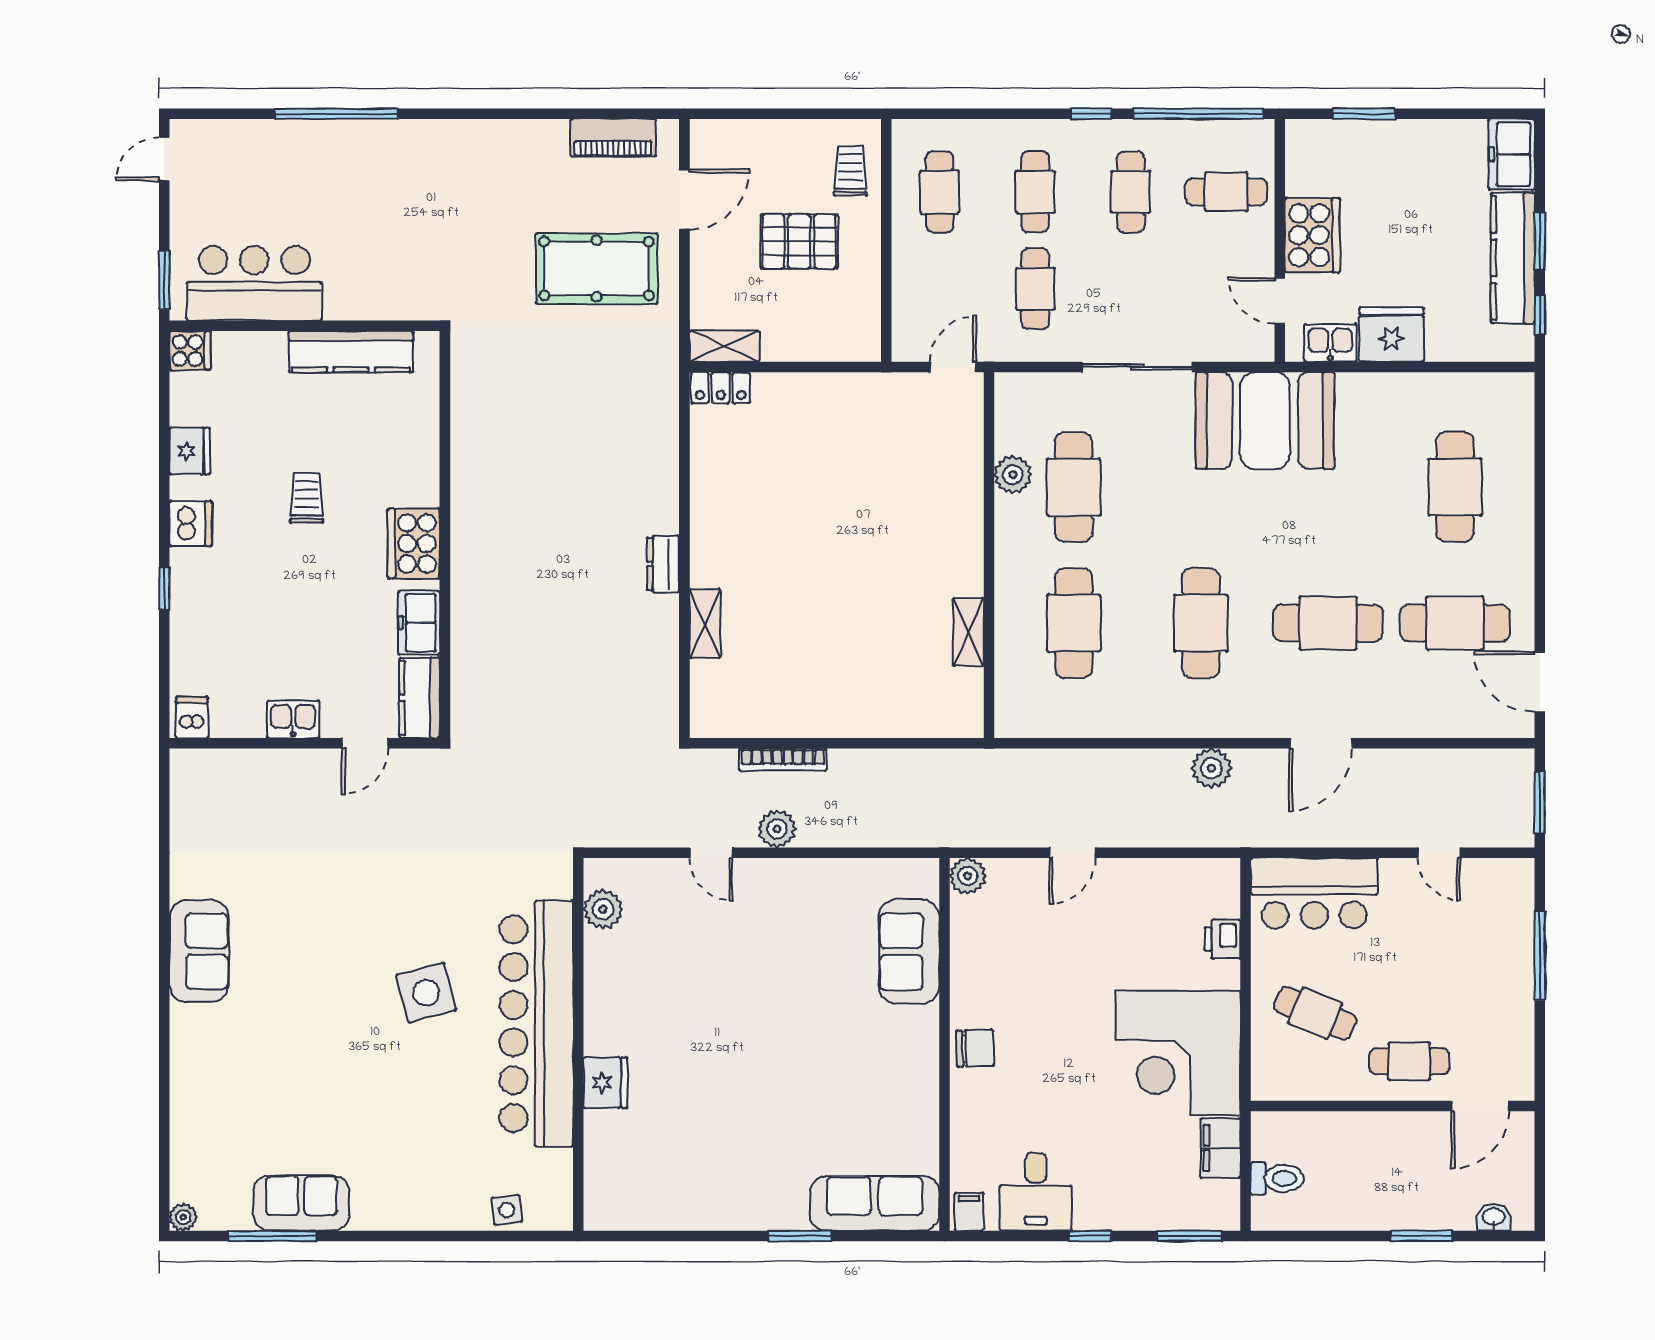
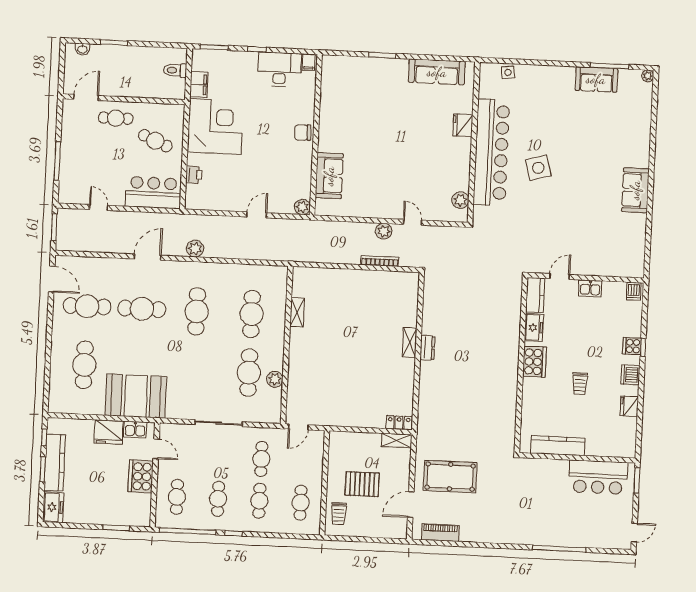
cafe table: (1226, 192) -> (177, 497), turned 90
cooker: (190, 350) -> (632, 346), moved
booth: (1265, 420) -> (136, 396), moved
shelving: (705, 624) -> (410, 343), moved
desk: (1036, 1192) -> (279, 69), width x1.37
sofa: (875, 1203) -> (437, 72), moved

